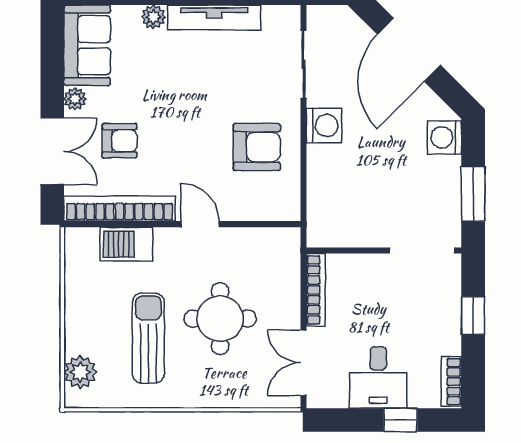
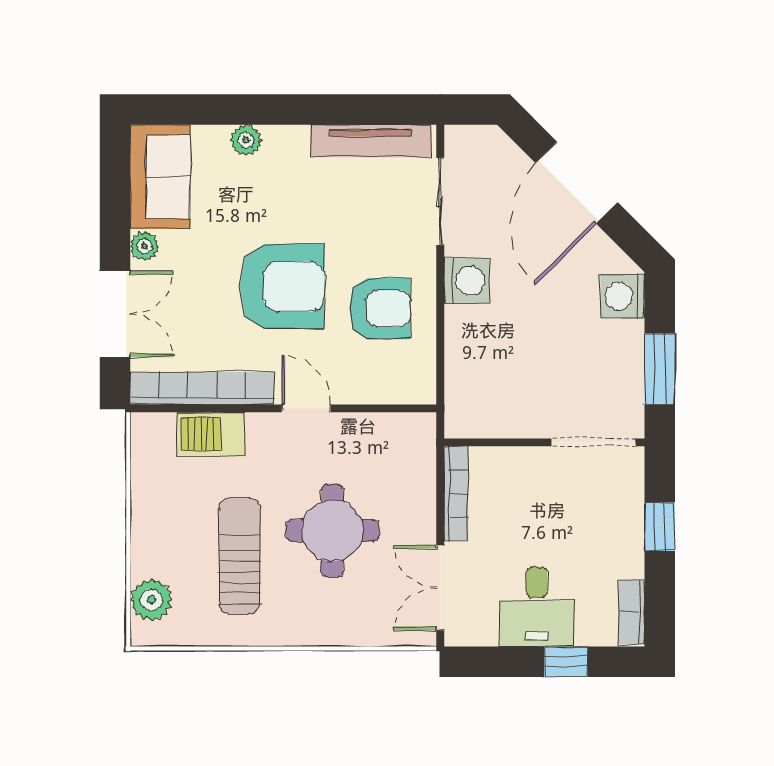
tv unit: (214, 18) -> (371, 141), moved
armchair: (120, 141) -> (282, 287), moved, width x1.88, depth x1.88

